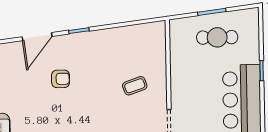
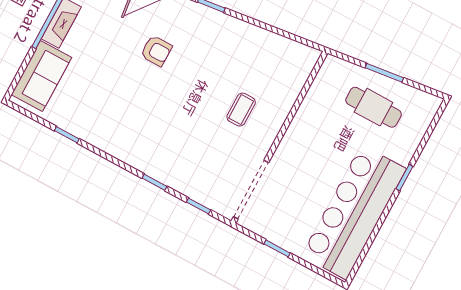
coffee table: (135, 86) -> (241, 110), turned -71

